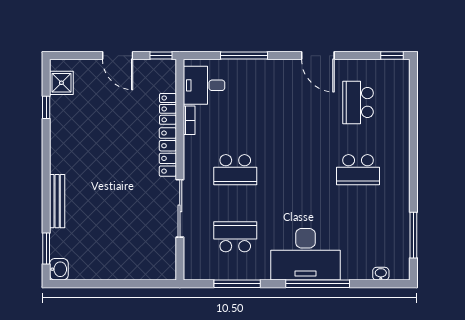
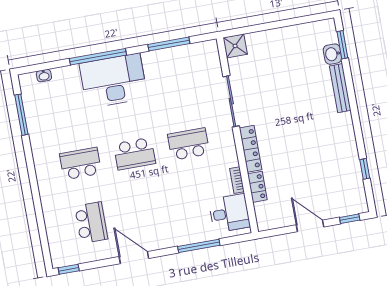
window: (161, 56) -> (350, 219), moved
shower: (61, 83) -> (235, 46), moved
school desk: (235, 237) -> (135, 154), moved
washbasin: (59, 269) -> (332, 54), moved

